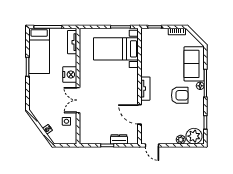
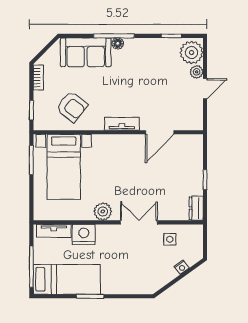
nightstand: (70, 74) -> (84, 234), moved
plant: (85, 76) -> (103, 211), added
armchair: (180, 95) -> (72, 107), moved, turned 128
double door: (78, 100) -> (139, 222), swing flipped
dresser: (119, 139) -> (196, 208), moved
door: (152, 145) -> (205, 89), moved

